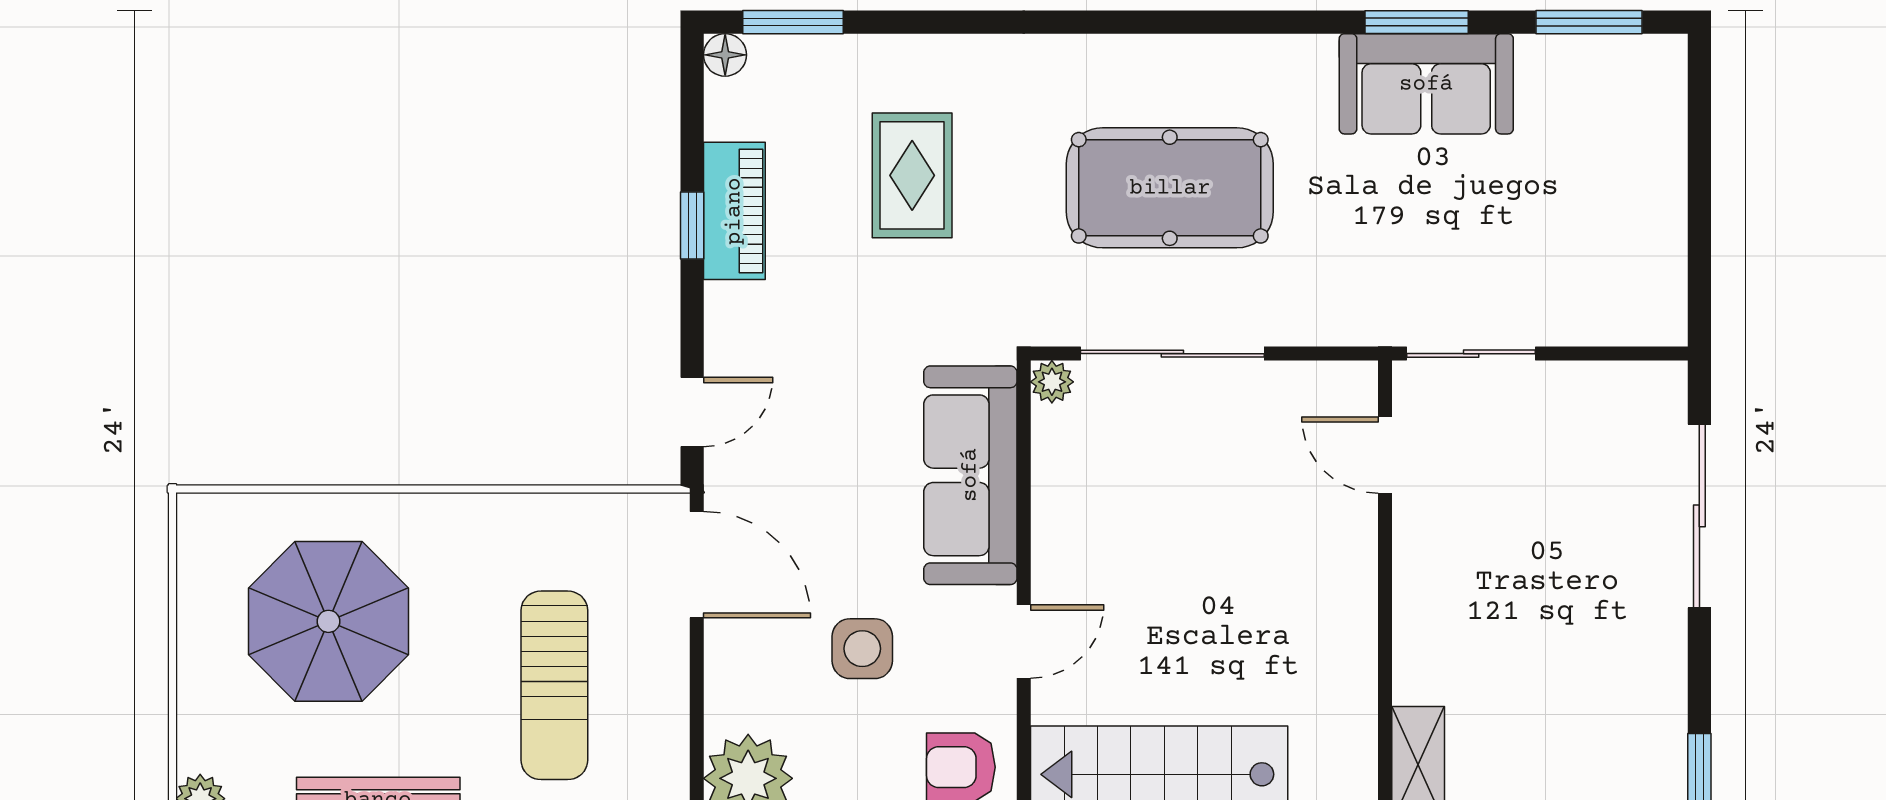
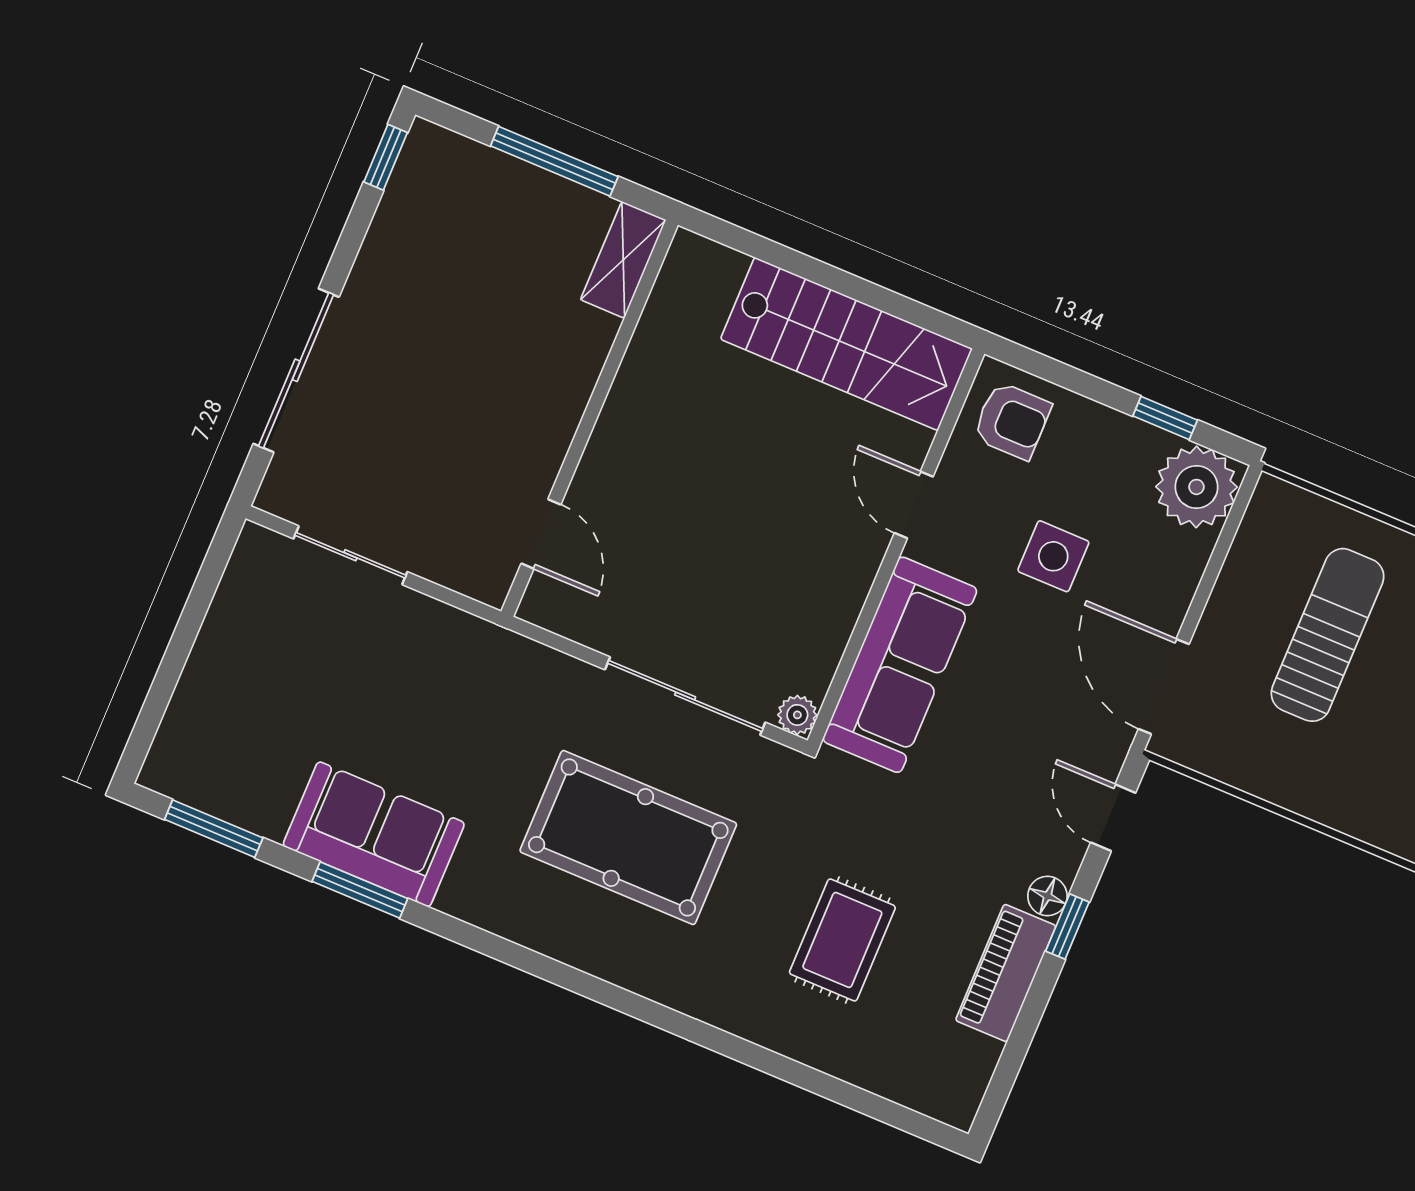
window: (793, 22) -> (889, 1112), removed
floor lamp: (725, 55) -> (1047, 896), moved
window: (692, 225) -> (1067, 927), moved
sliding door: (1471, 354) -> (350, 555), moved
door: (692, 412) -> (1113, 818), hinge flipped
door: (1024, 641) -> (914, 505), hinge flipped

